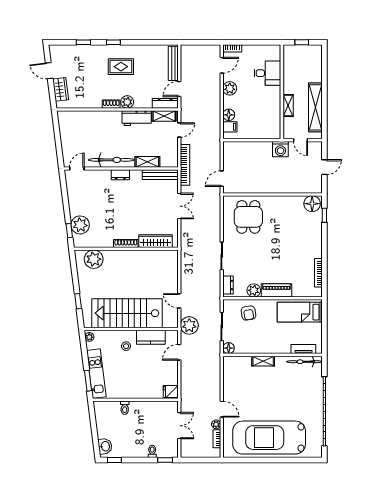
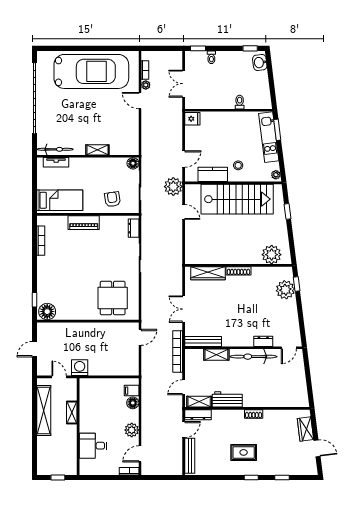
plant: (127, 102) -> (237, 416), removed
dresser: (120, 175) -> (263, 341), moved
plant: (254, 290) -> (107, 223), removed

